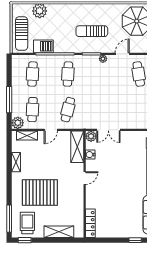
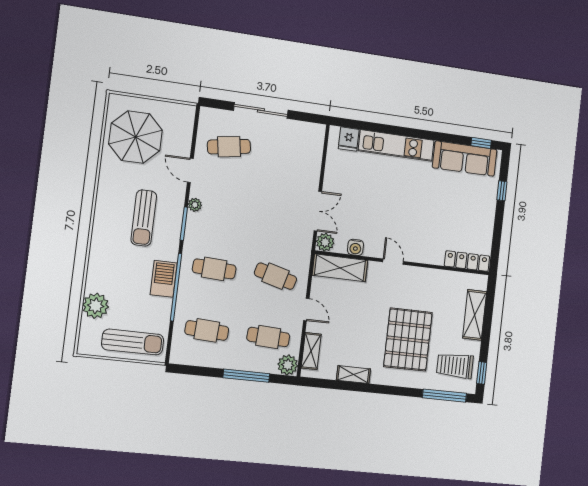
barbecue: (43, 46) -> (164, 279), moved

